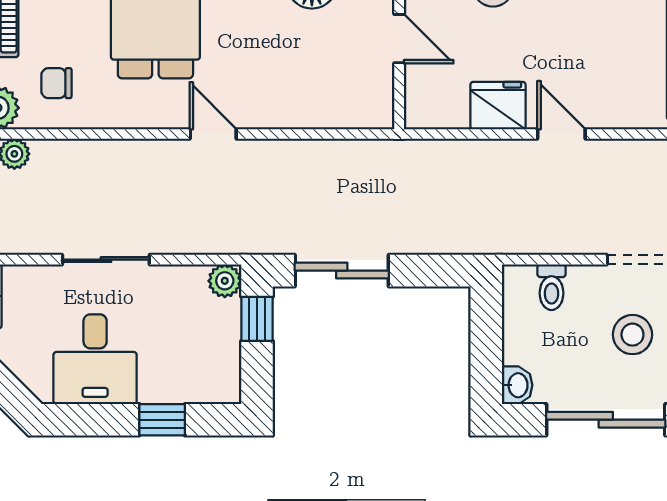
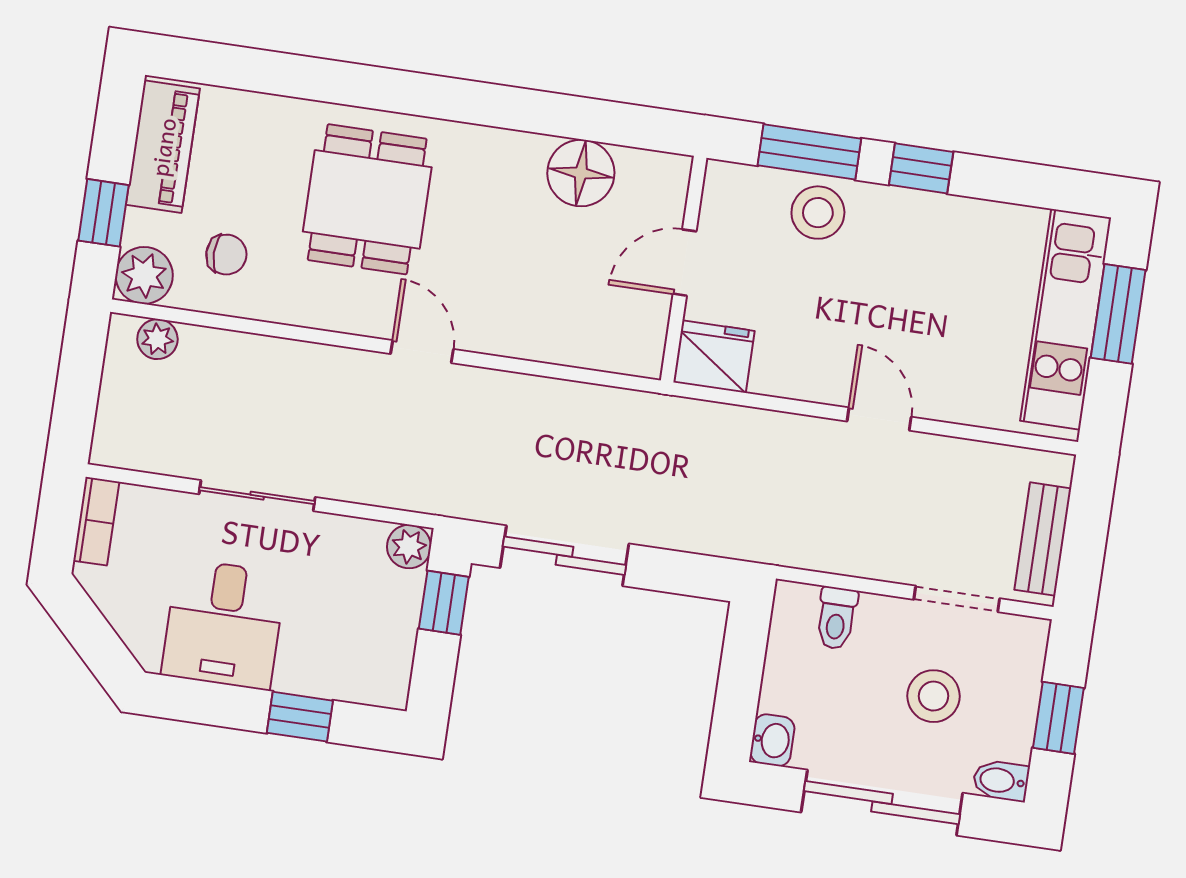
door: (399, 39) -> (685, 263), swing flipped
chair: (56, 83) -> (226, 255), turned 180
fridge: (498, 106) -> (714, 357), moved

